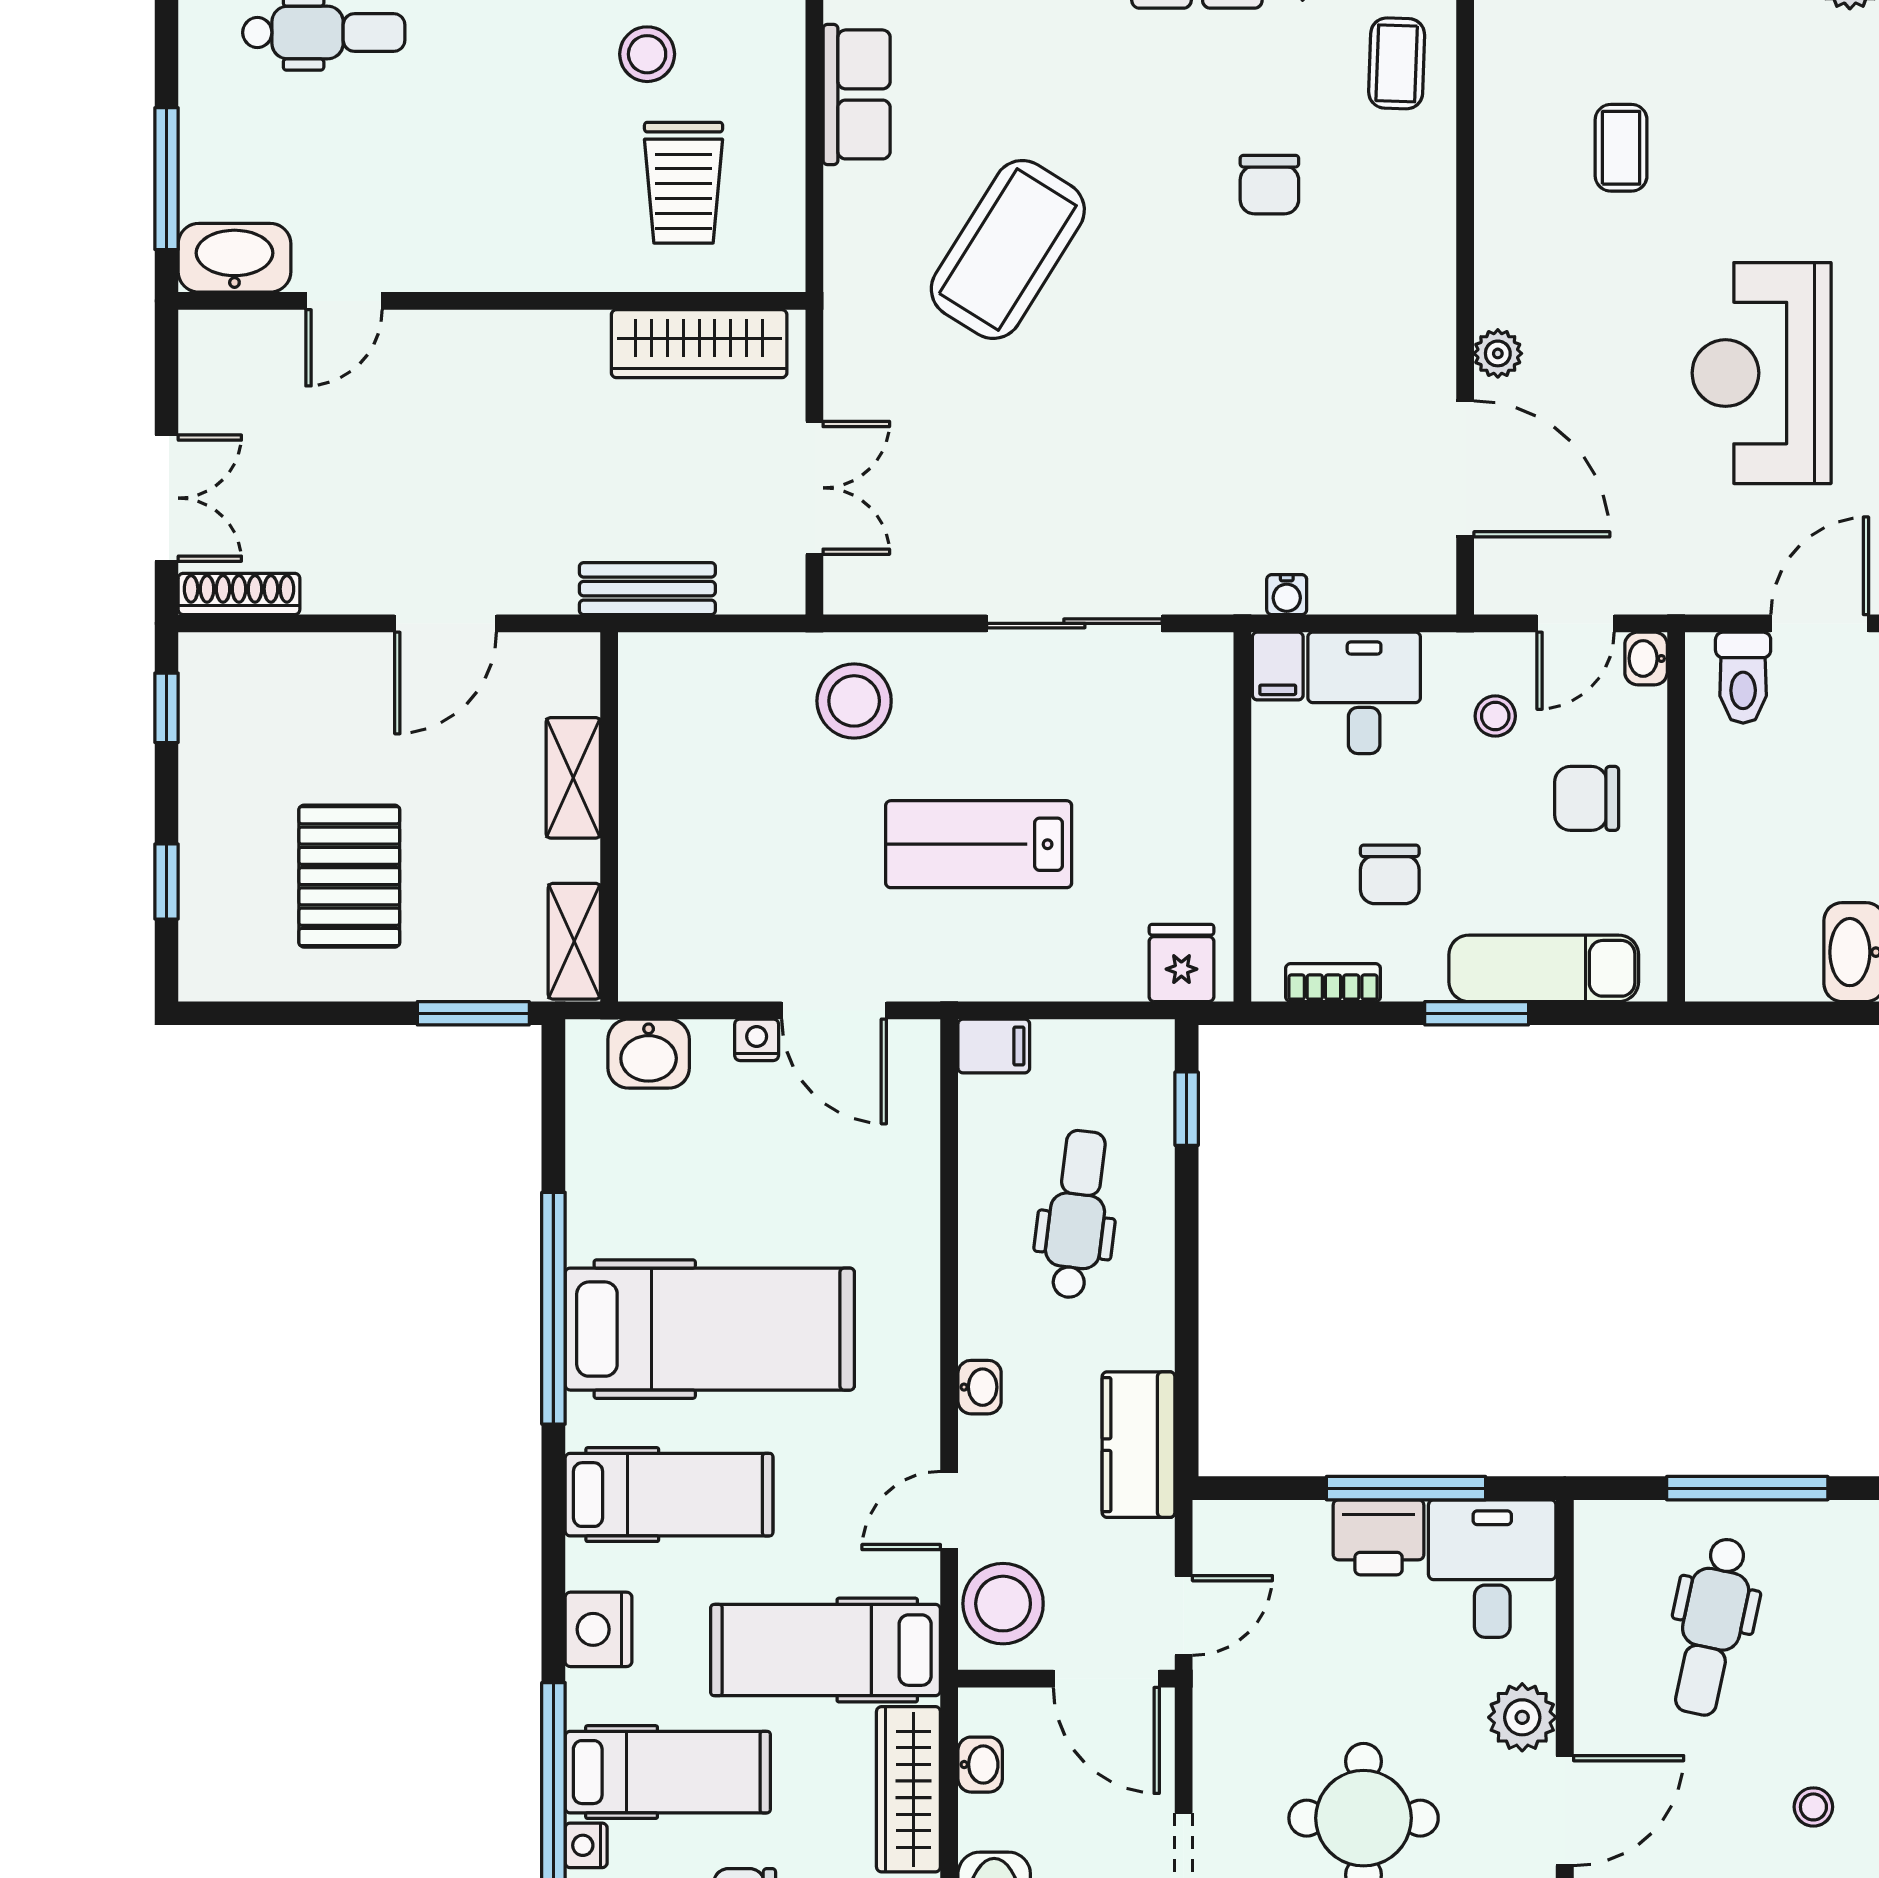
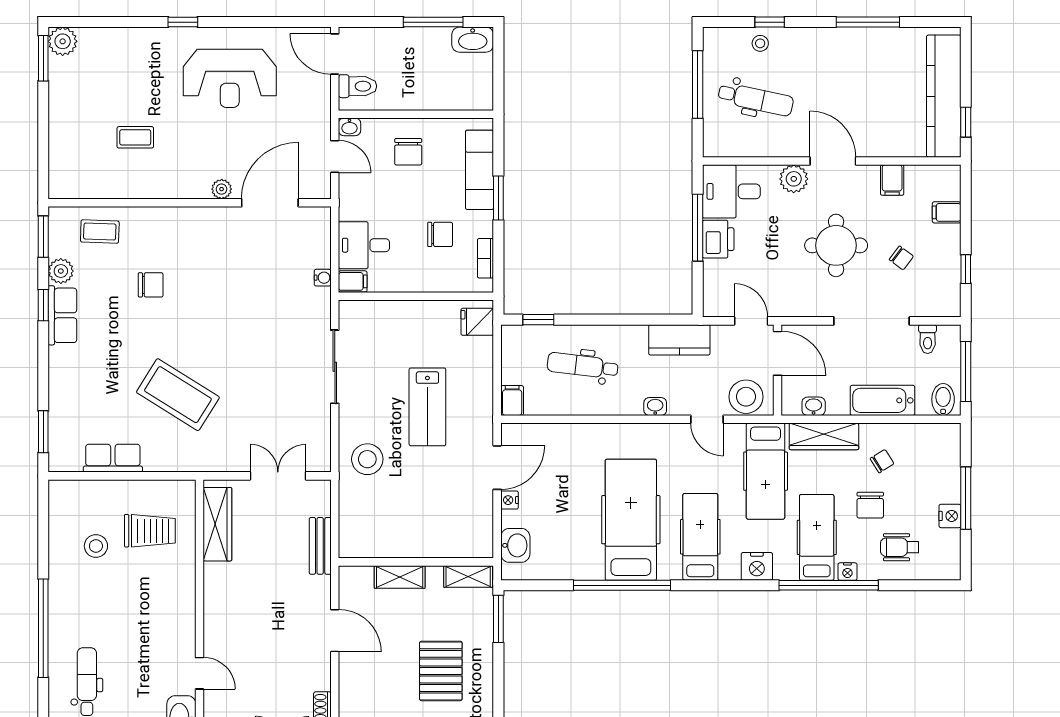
stool: (1495, 716) -> (374, 190), removed
pallet: (349, 876) -> (441, 671), turned 90
door: (1106, 1679) -> (778, 353), hinge flipped
stool: (1813, 1807) -> (760, 43), moved

